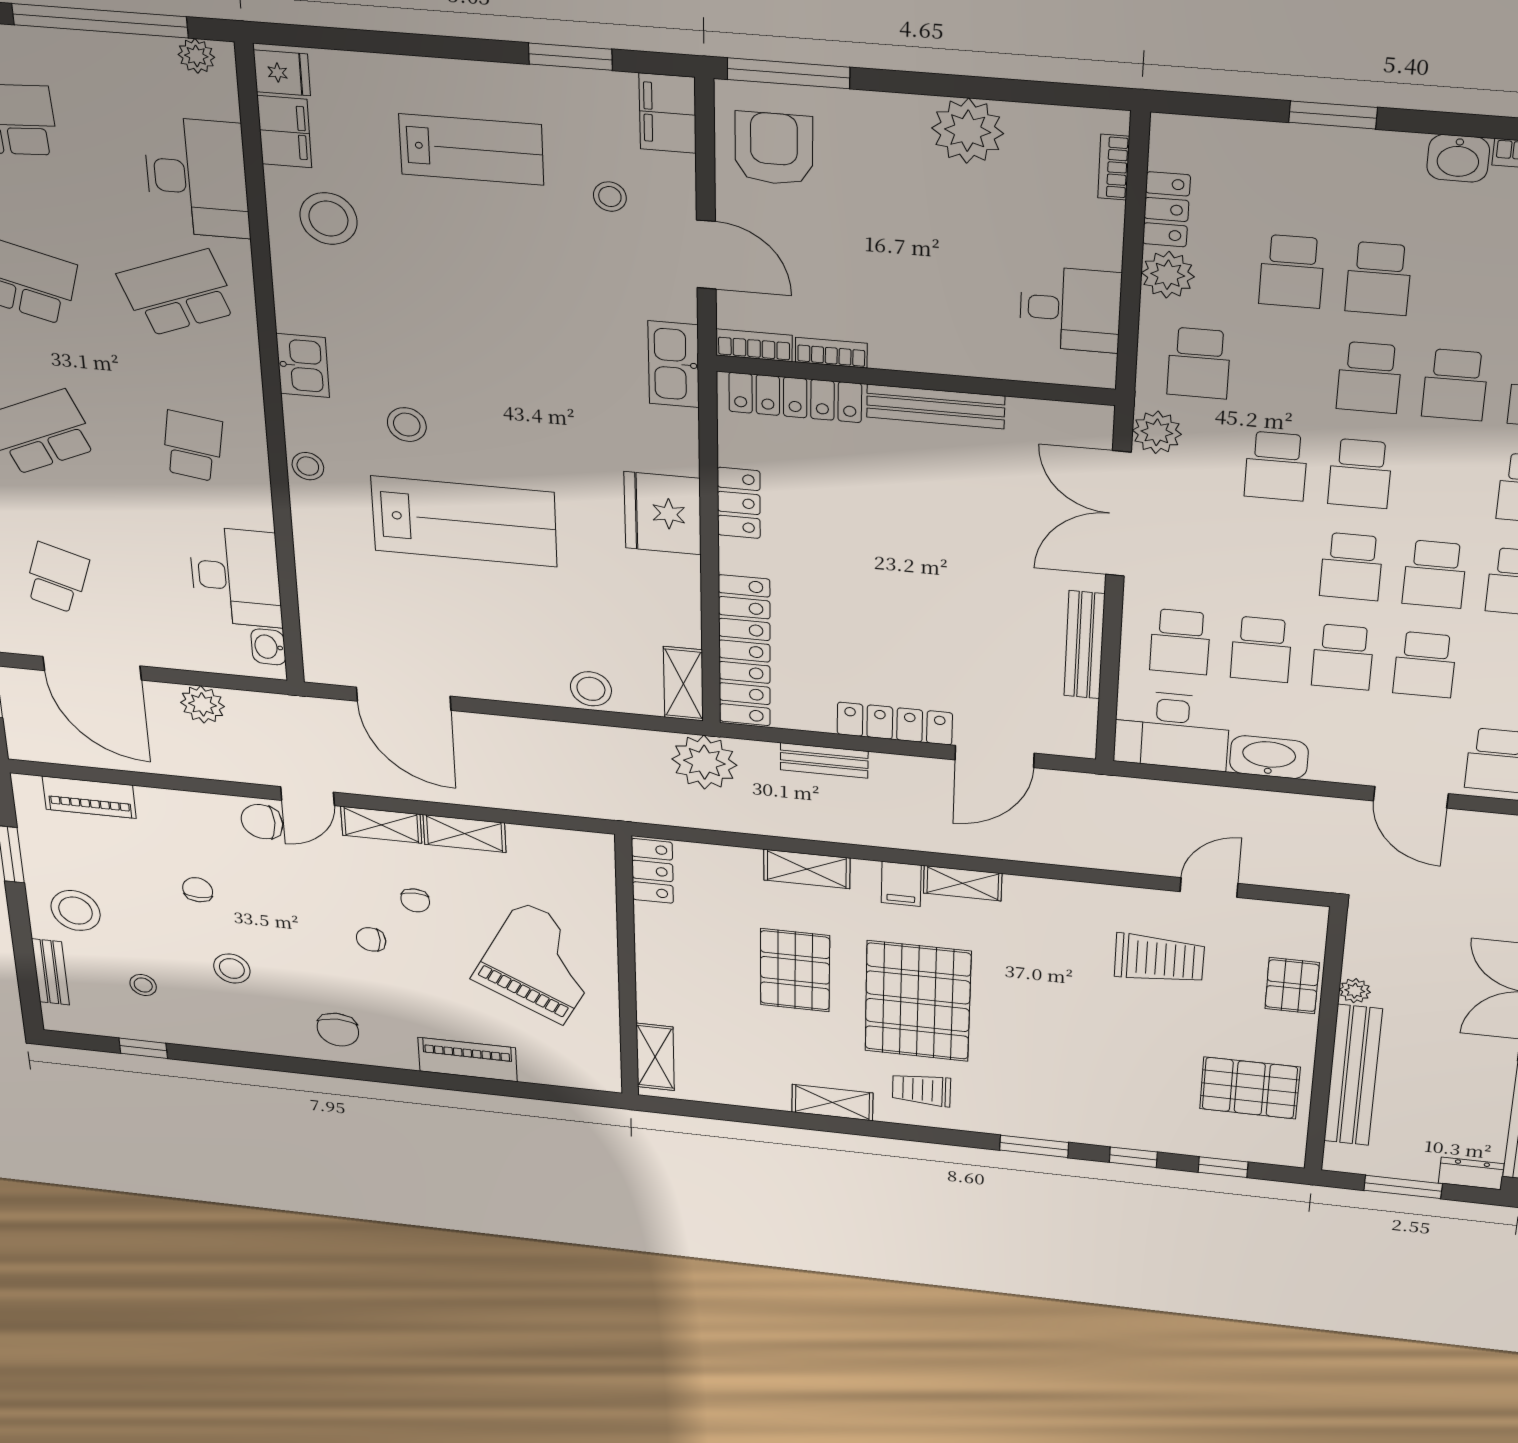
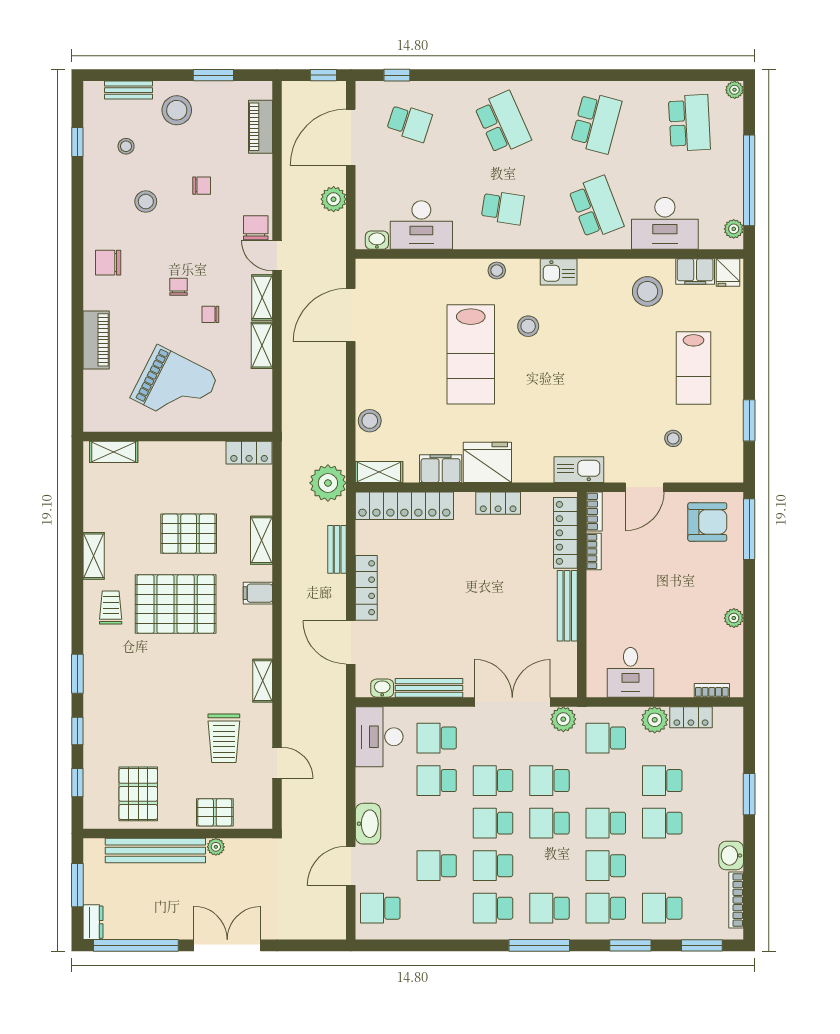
filing cabinet: (668, 113) -> (441, 469), moved
plant: (968, 131) -> (734, 618), width x0.53, depth x0.53
school desk: (1343, 657) -> (493, 781), moved
washbasin: (1081, 717) -> (382, 688), added
washbasin: (1269, 757) -> (368, 824), moved
shelving: (963, 883) -> (263, 681), moved

